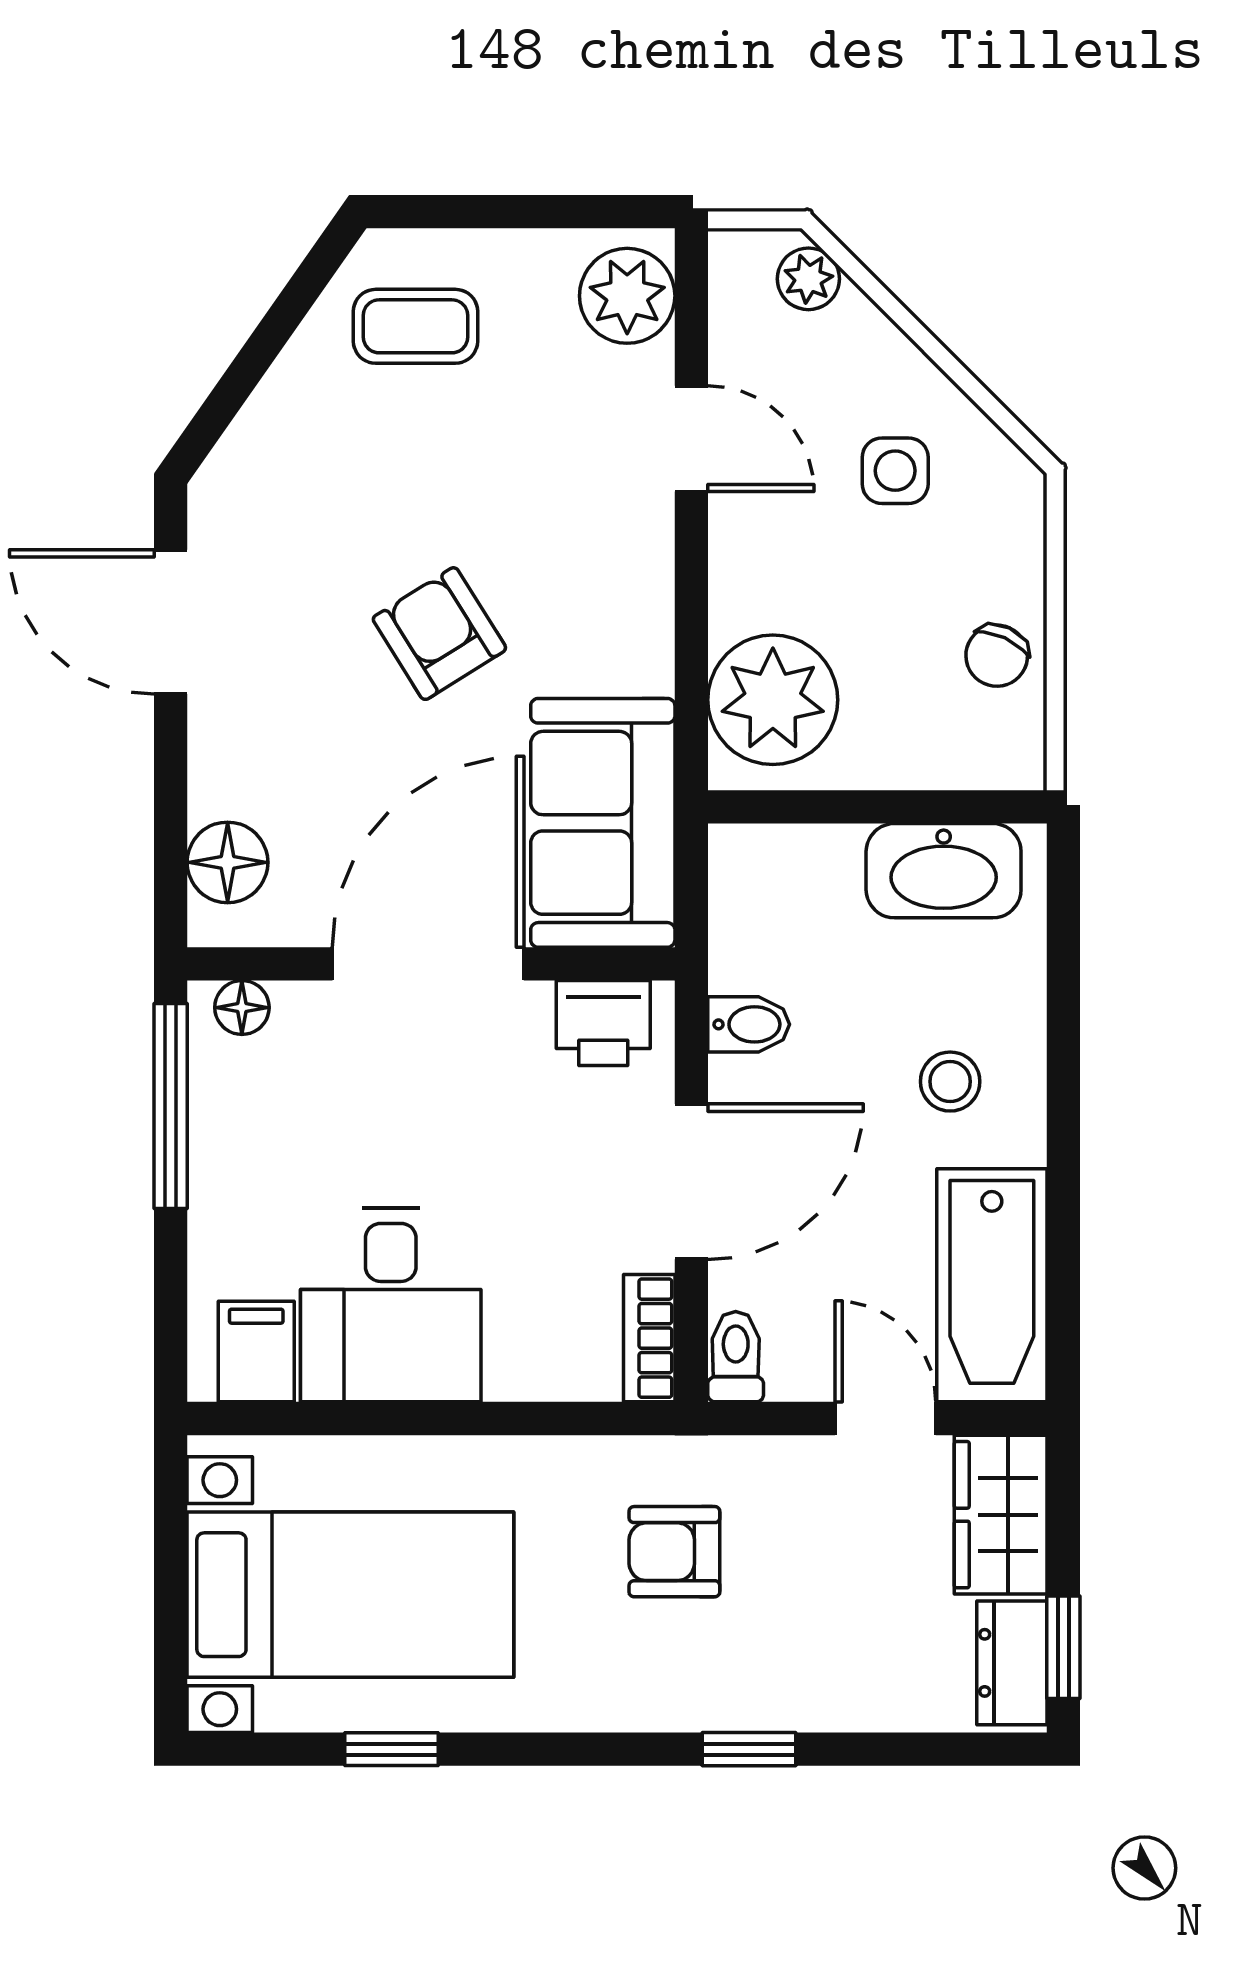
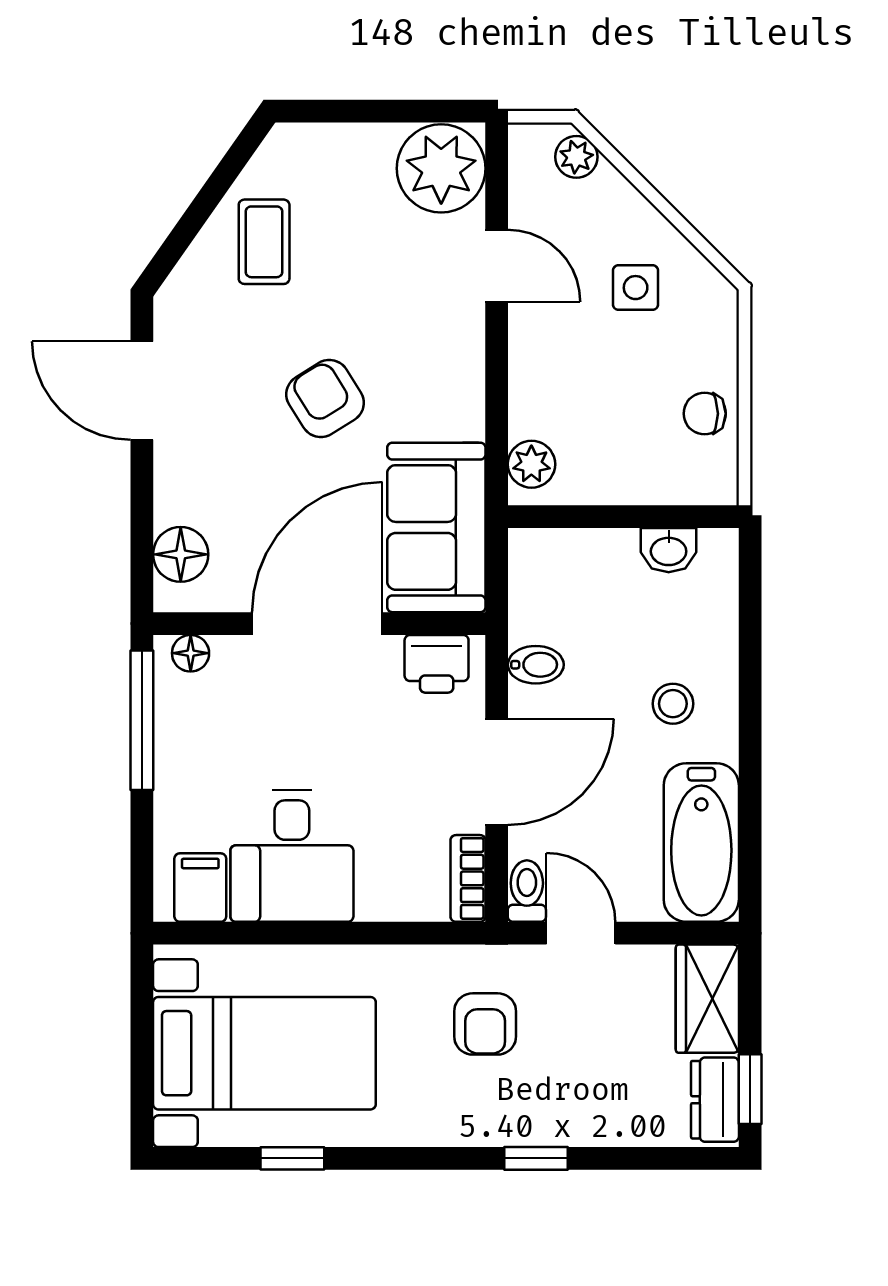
plant: (627, 296) -> (441, 168), width x1.36, depth x1.36
coffee table: (415, 326) -> (264, 242), moved, turned 90
chair: (997, 656) -> (705, 414), turned 65
plant: (773, 700) -> (531, 464), width x0.53, depth x0.53
washbasin: (944, 871) -> (669, 550), width x0.52, depth x0.69
door: (885, 1419) -> (581, 933), moved
armchair: (674, 1552) -> (485, 1024), turned -90

